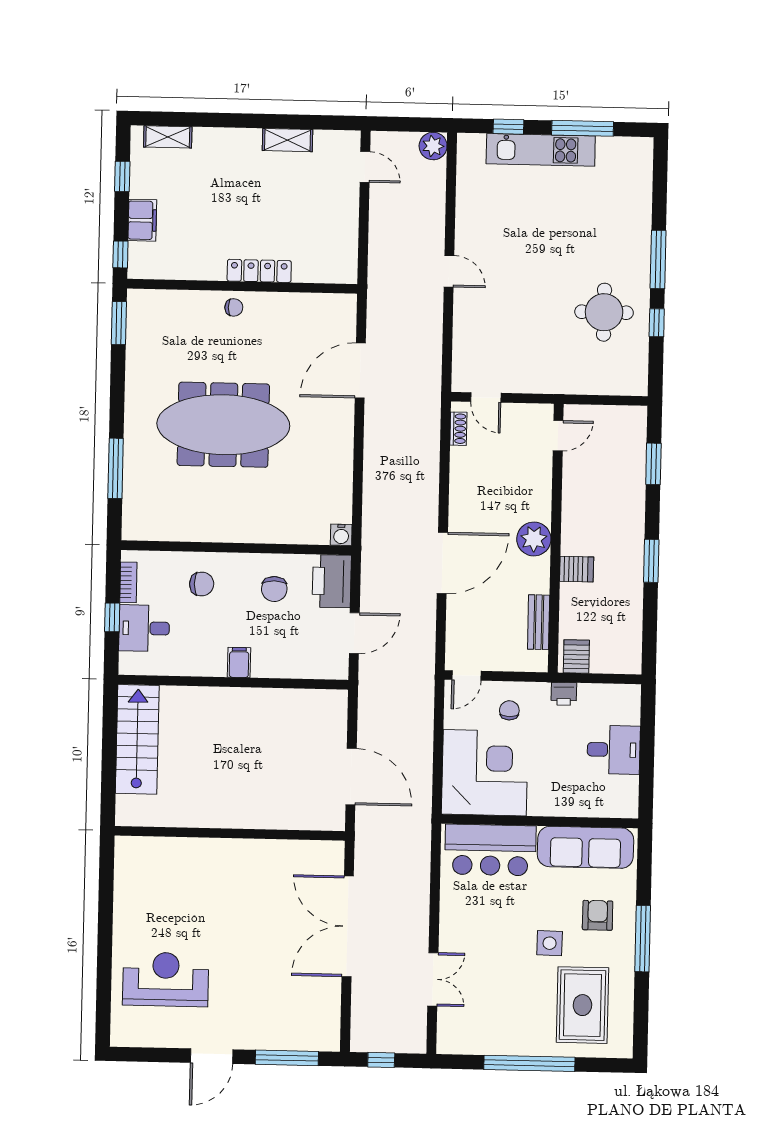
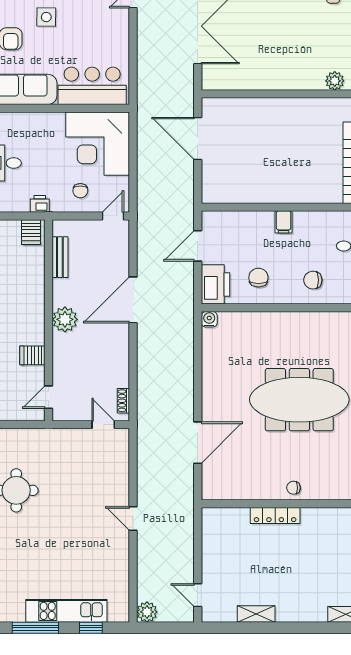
server rack: (577, 569) -> (32, 355), moved
plant: (166, 849) -> (335, 81), added

